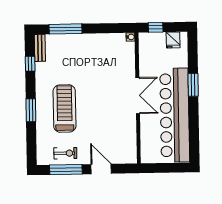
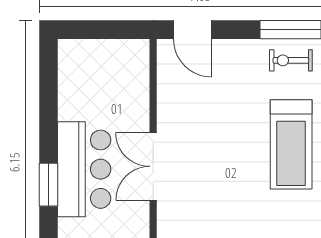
bar counter: (175, 115) -> (84, 169), width x0.54
door: (101, 169) -> (192, 30), moved

